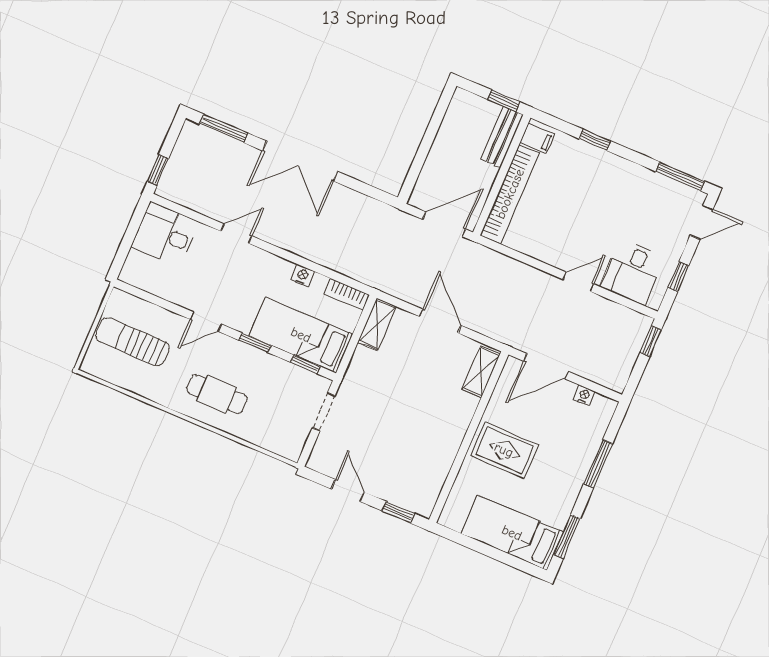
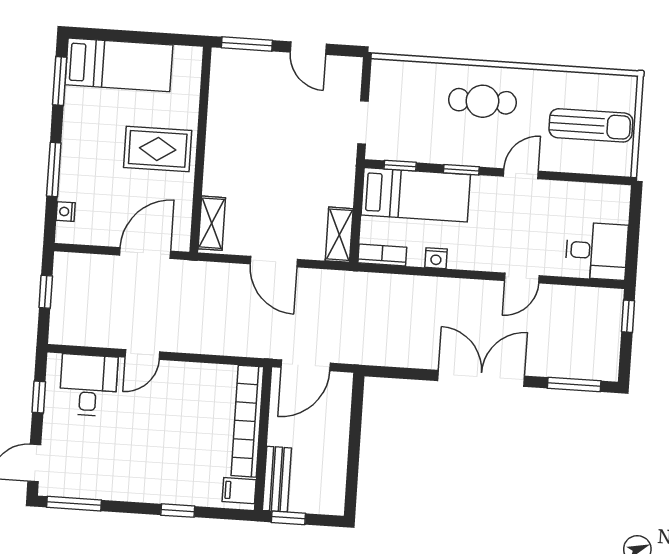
window: (651, 341) -> (46, 292), moved
nightstand: (584, 395) -> (66, 212), moved, turned 90
window: (398, 512) -> (247, 44), width x1.50

